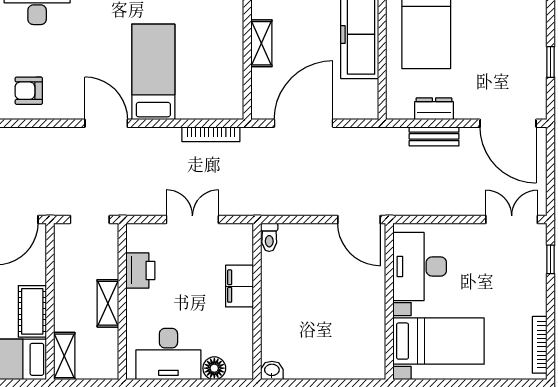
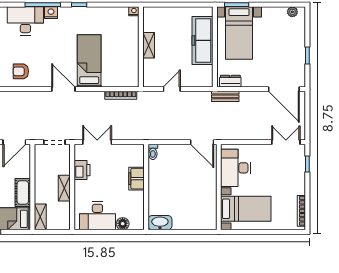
dresser: (434, 109) -> (230, 81), moved
door: (304, 123) -> (172, 89), width x0.53
bench: (434, 136) -> (225, 96), moved
double door: (192, 220) -> (97, 142), moved
washbasin: (272, 370) -> (160, 223), width x1.91, depth x1.45

